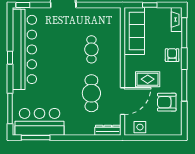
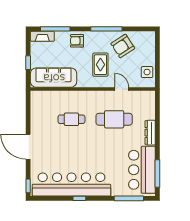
door: (122, 101) -> (122, 89), width x0.53
armchair: (167, 102) -> (123, 46), turned 57
dresser: (108, 130) -> (150, 133), moved

